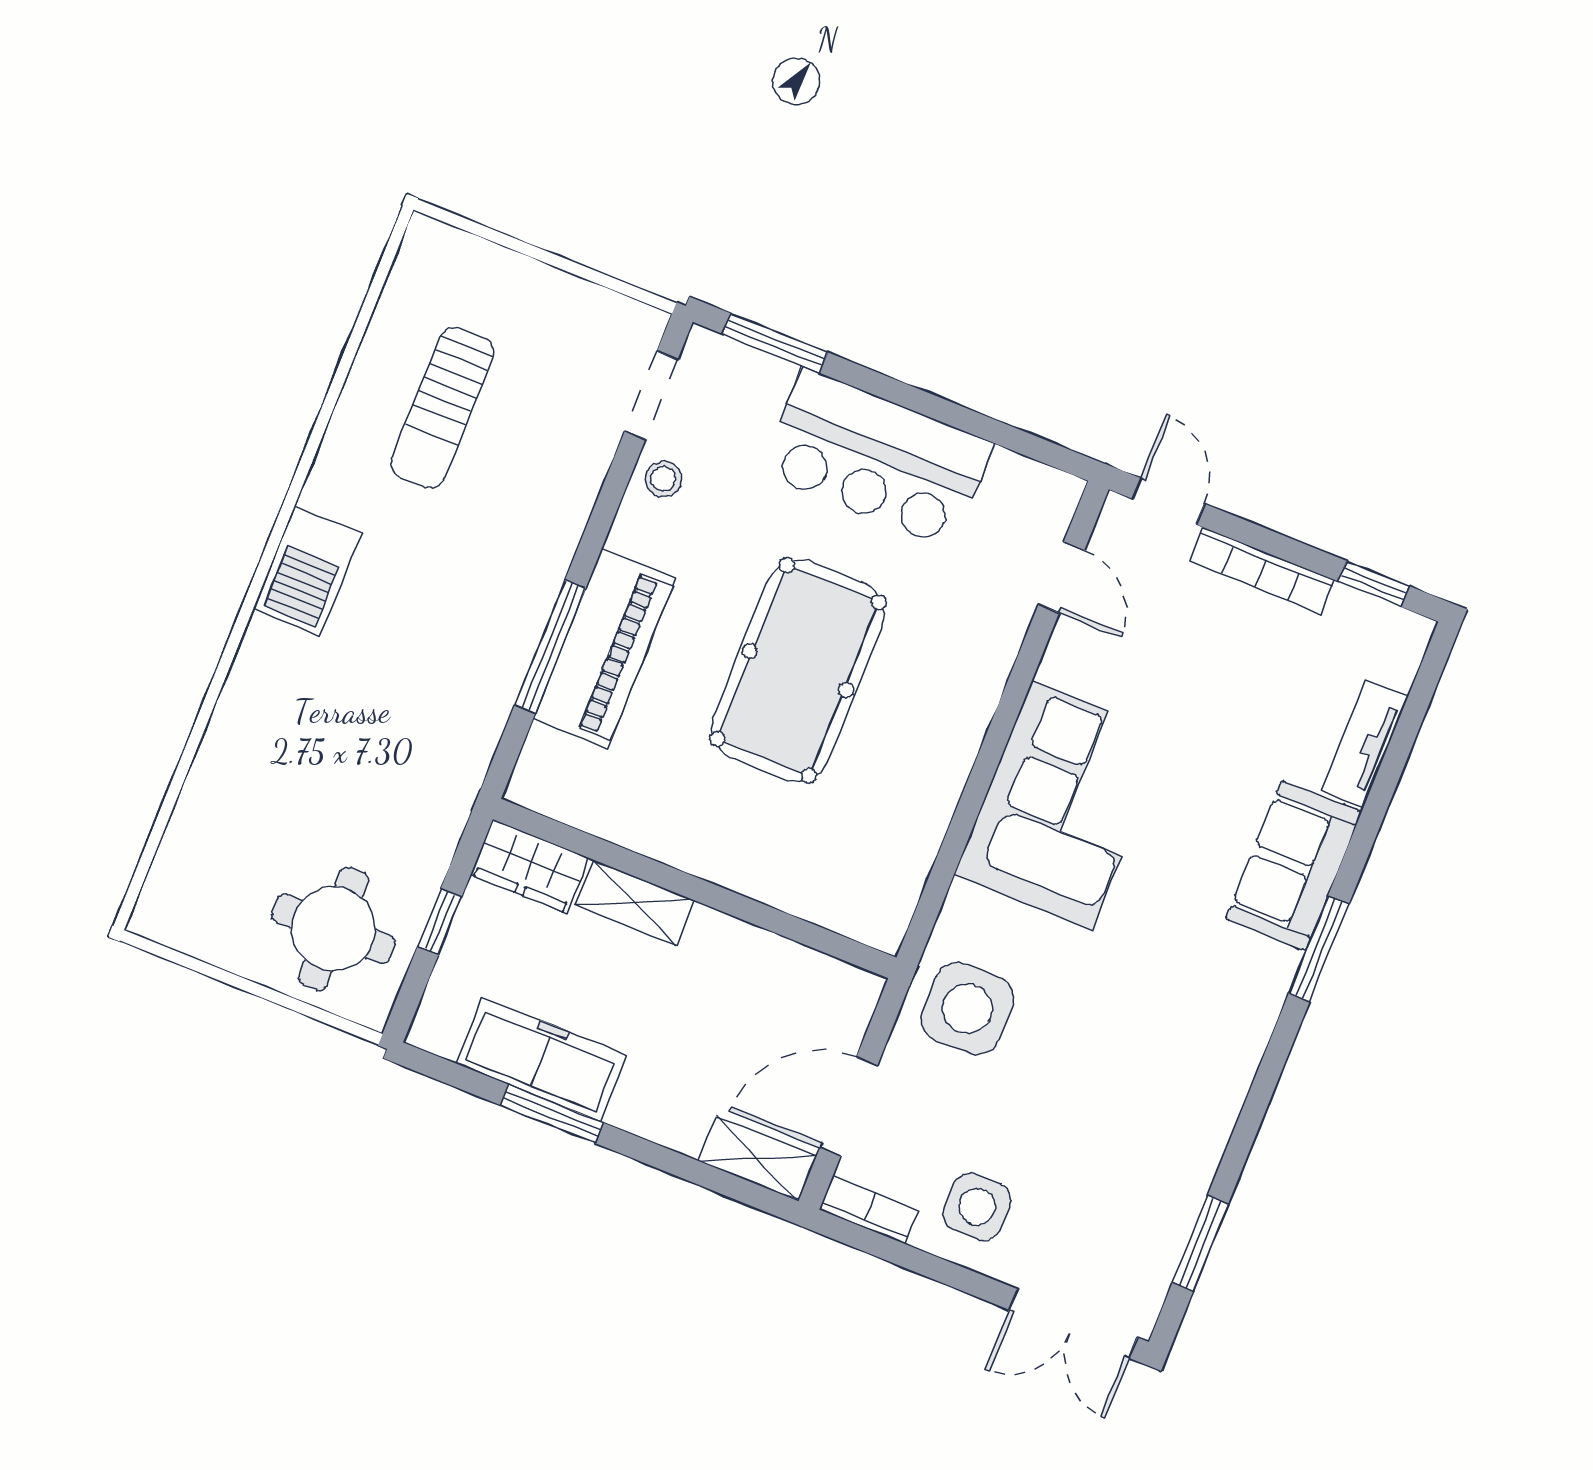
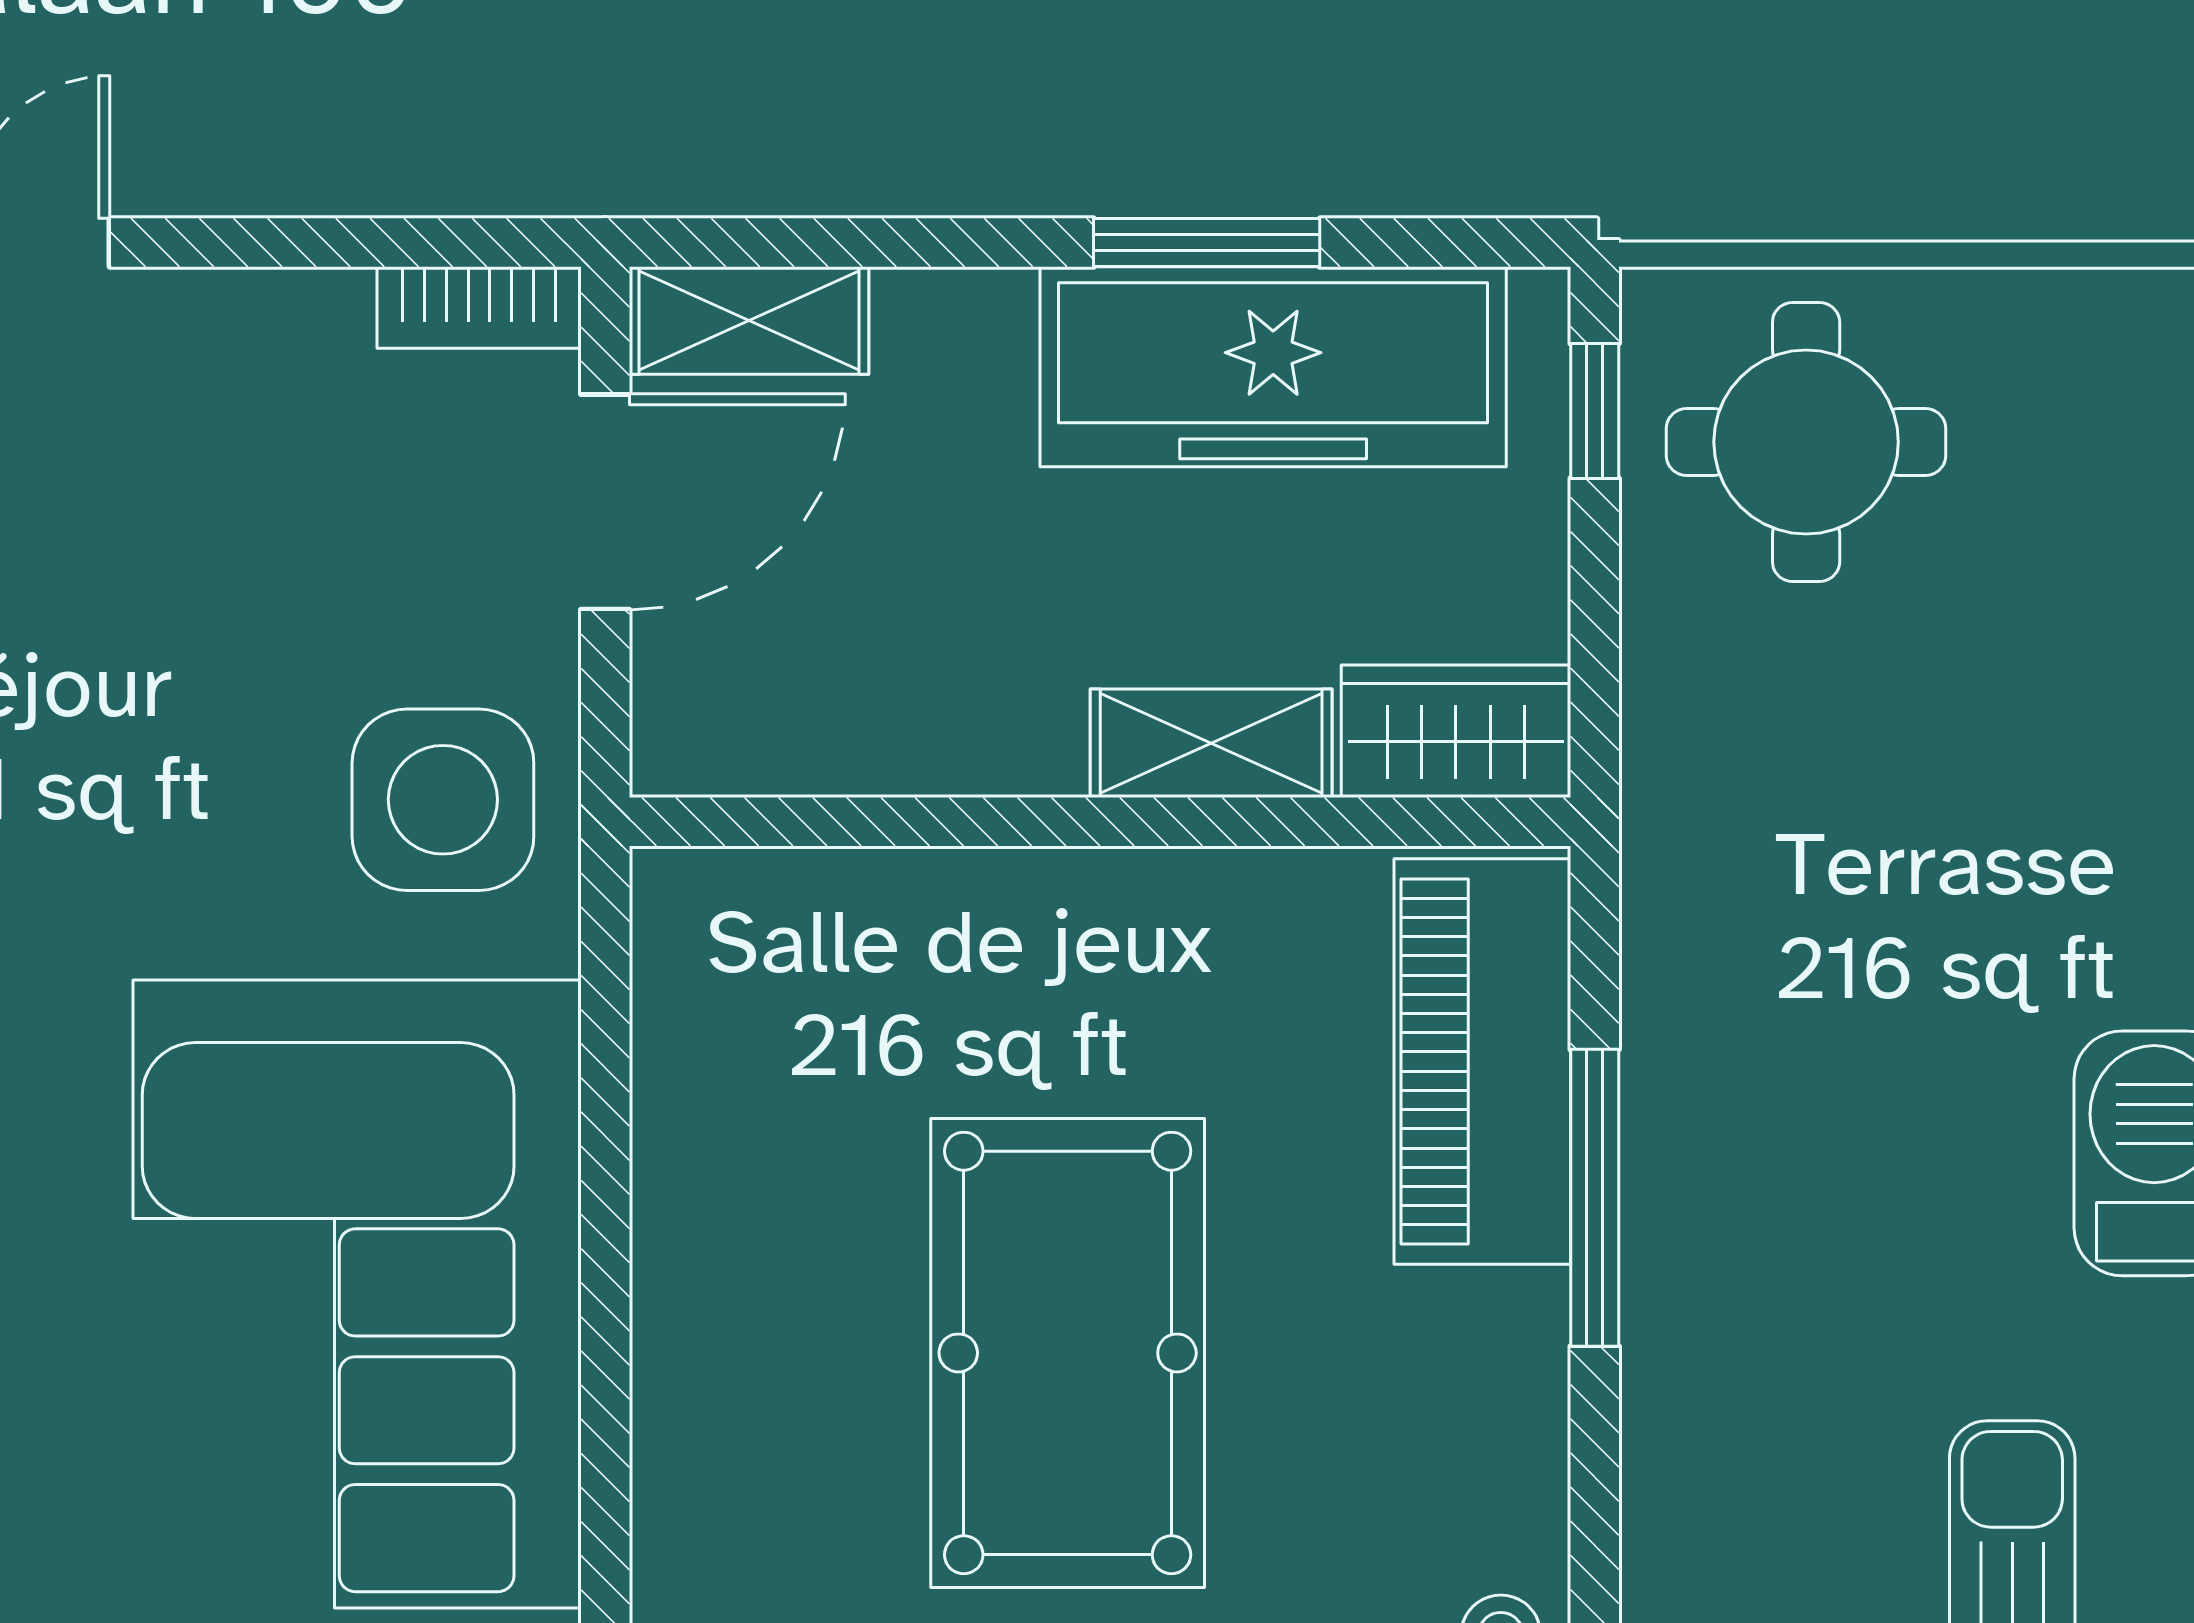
piano: (604, 648) -> (1482, 1062), moved
corner sofa: (1062, 805) -> (357, 1294), width x1.36, depth x1.36
window: (440, 922) -> (1595, 411), moved
freezer: (541, 1059) -> (1273, 367), width x1.36, depth x1.26
side table: (977, 1207) -> (260, 402), removed

